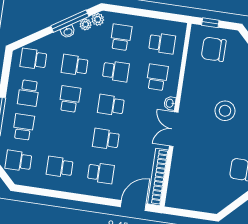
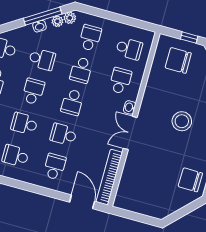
window: (210, 23) -> (189, 38), moved
school desk: (75, 65) -> (42, 59), turned 180
school desk: (116, 71) -> (81, 70), turned 90
school desk: (111, 105) -> (72, 102), turned -90
school desk: (65, 133) -> (24, 124), added
school desk: (101, 173) -> (55, 167), turned -90
door: (133, 205) -> (82, 202), hinge flipped

